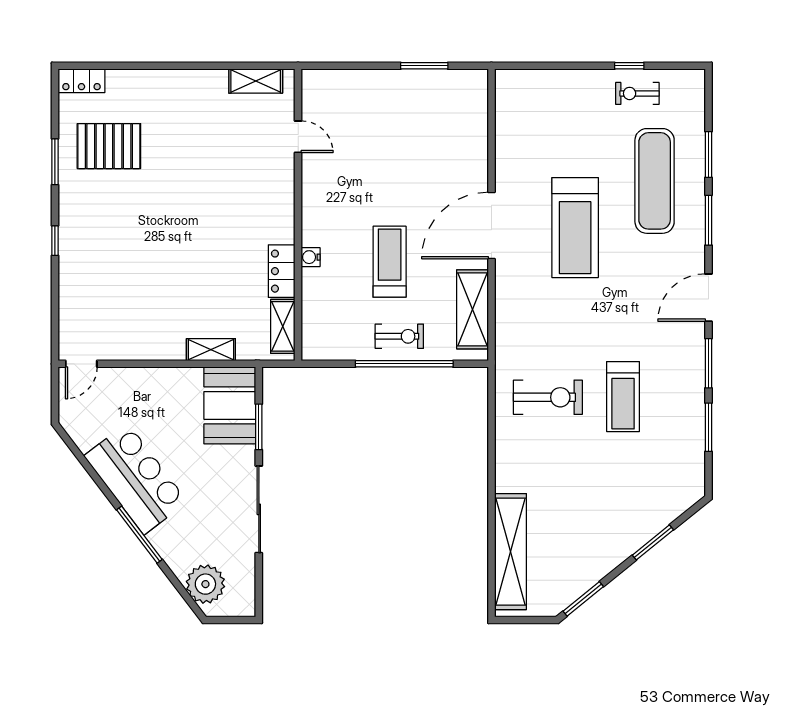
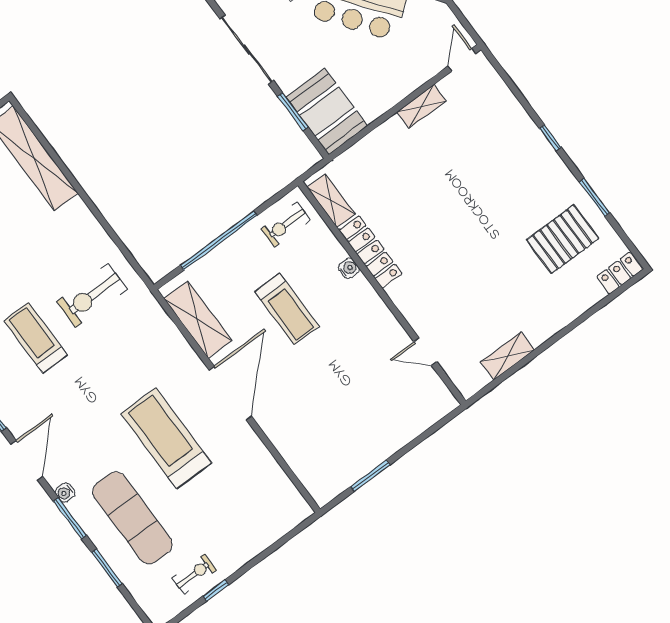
shelving: (256, 81) -> (508, 356), moved
water cooler: (696, 246) -> (65, 493), added
locker: (282, 271) -> (370, 252), width x1.53
exercise bike: (399, 336) -> (286, 225), moved
shelving: (211, 350) -> (421, 106), moved

